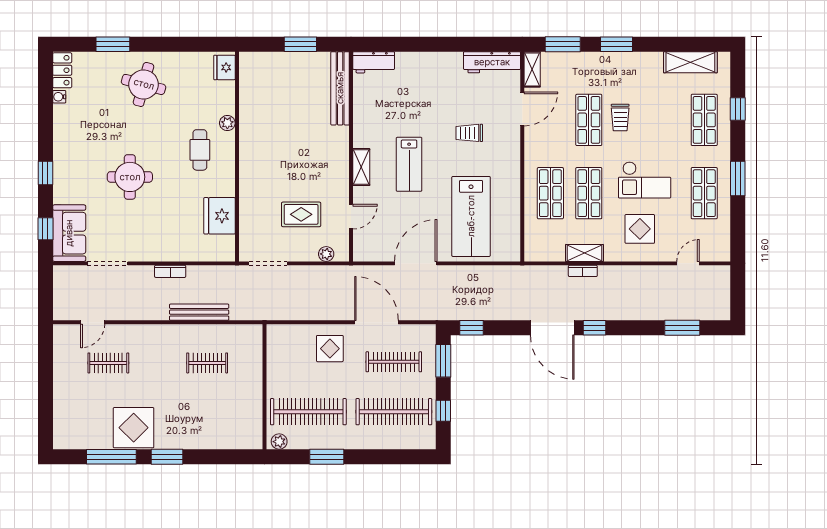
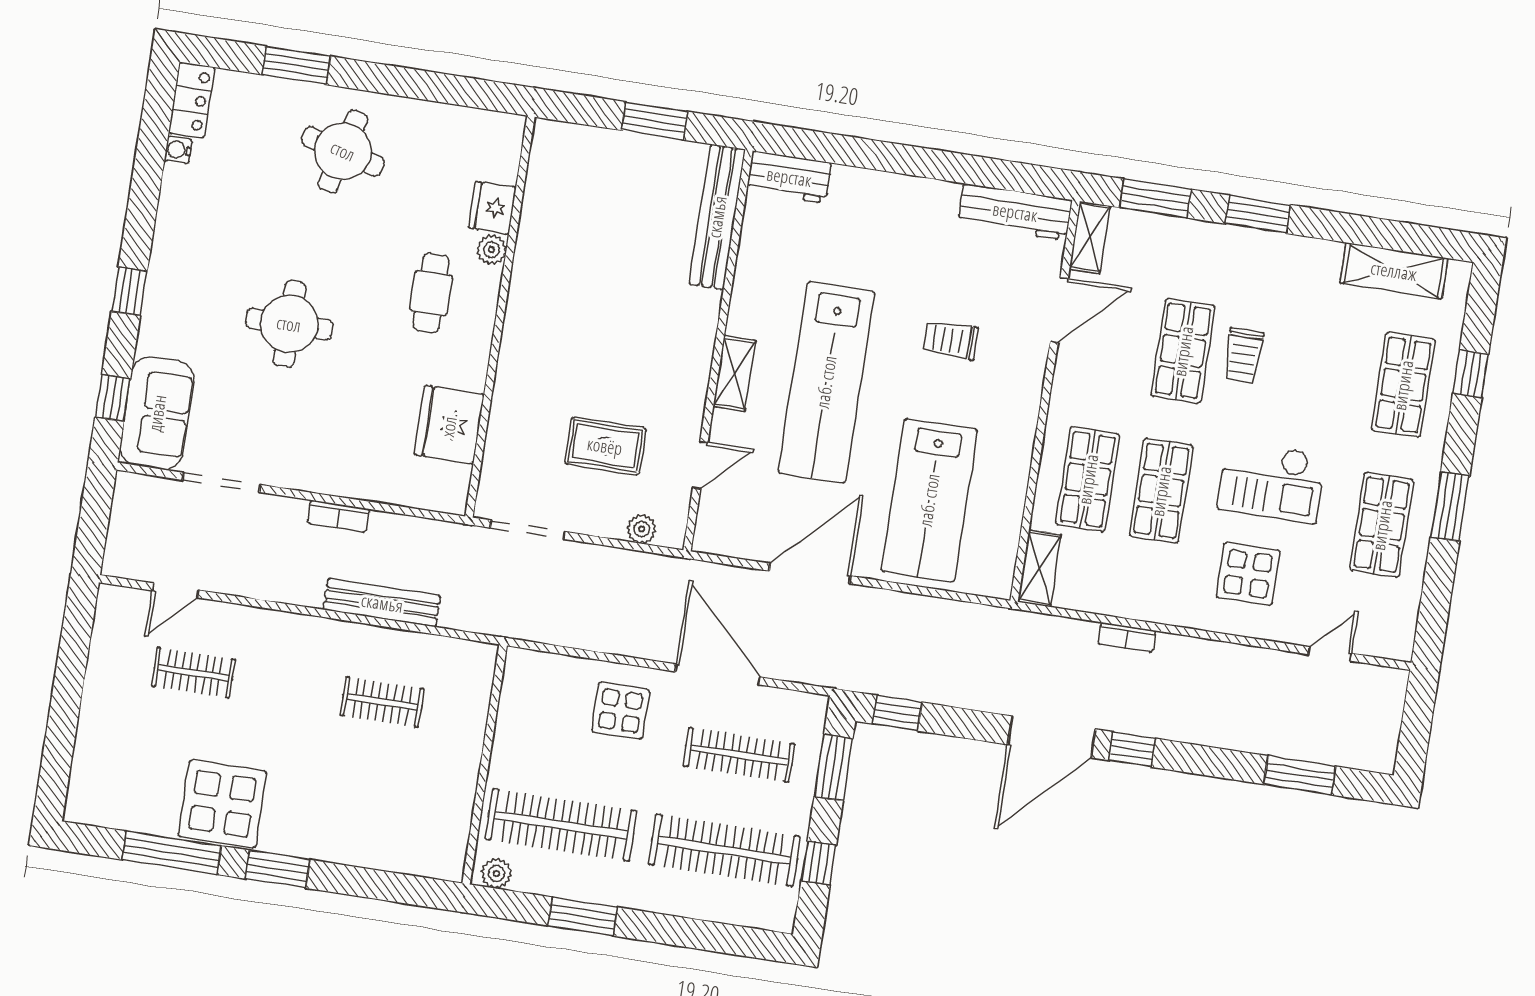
fridge: (224, 67) -> (492, 208), moved
lab bench: (409, 164) -> (826, 382), width x1.86, depth x1.39
shelving: (585, 253) -> (1039, 568), moved, turned 90
door: (552, 328) -> (1052, 737), hinge flipped

